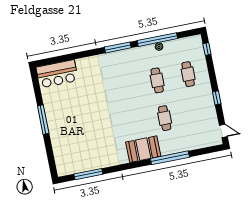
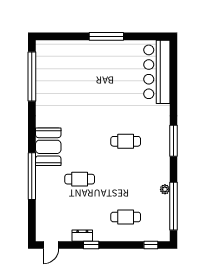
window: (157, 40) -> (173, 206), moved
bar counter: (57, 74) -> (157, 72), width x1.36
cafe table: (157, 80) -> (126, 141), moved
dresser: (210, 107) -> (82, 236), added
window: (88, 174) -> (32, 77), width x1.46

